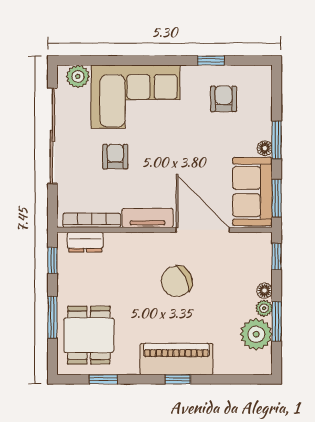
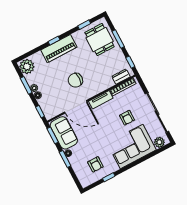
chair: (177, 281) -> (75, 80), turned -153
plant: (256, 334) -> (27, 67), moved

